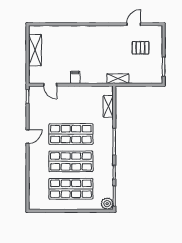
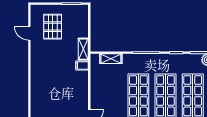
pallet: (140, 48) -> (53, 27), width x1.50, depth x1.42
filing cabinet: (75, 77) -> (82, 65), moved

